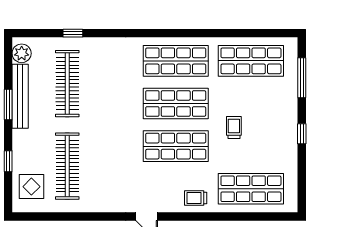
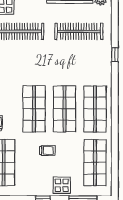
window: (73, 33) -> (115, 55), moved
display table: (283, 107) -> (62, 185), added

